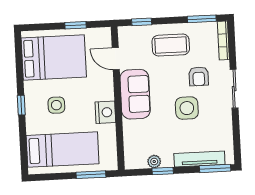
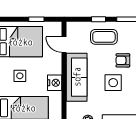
window: (142, 22) -> (98, 19), moved
armchair: (199, 76) -> (123, 60), turned 90
sofa: (135, 94) -> (77, 77), width x1.36

